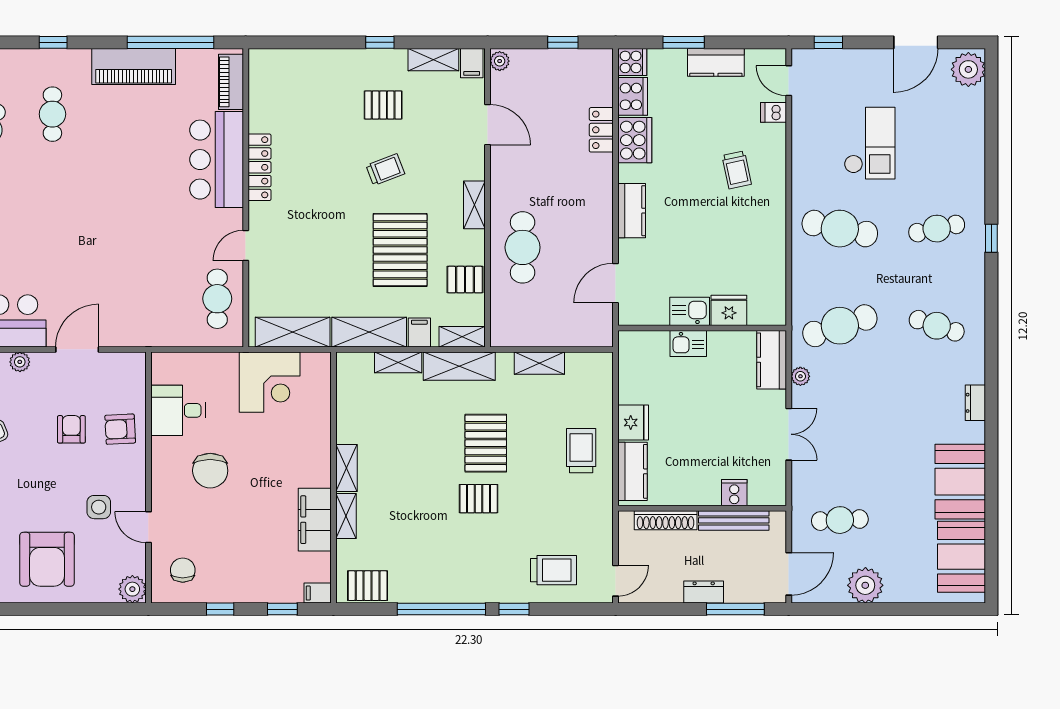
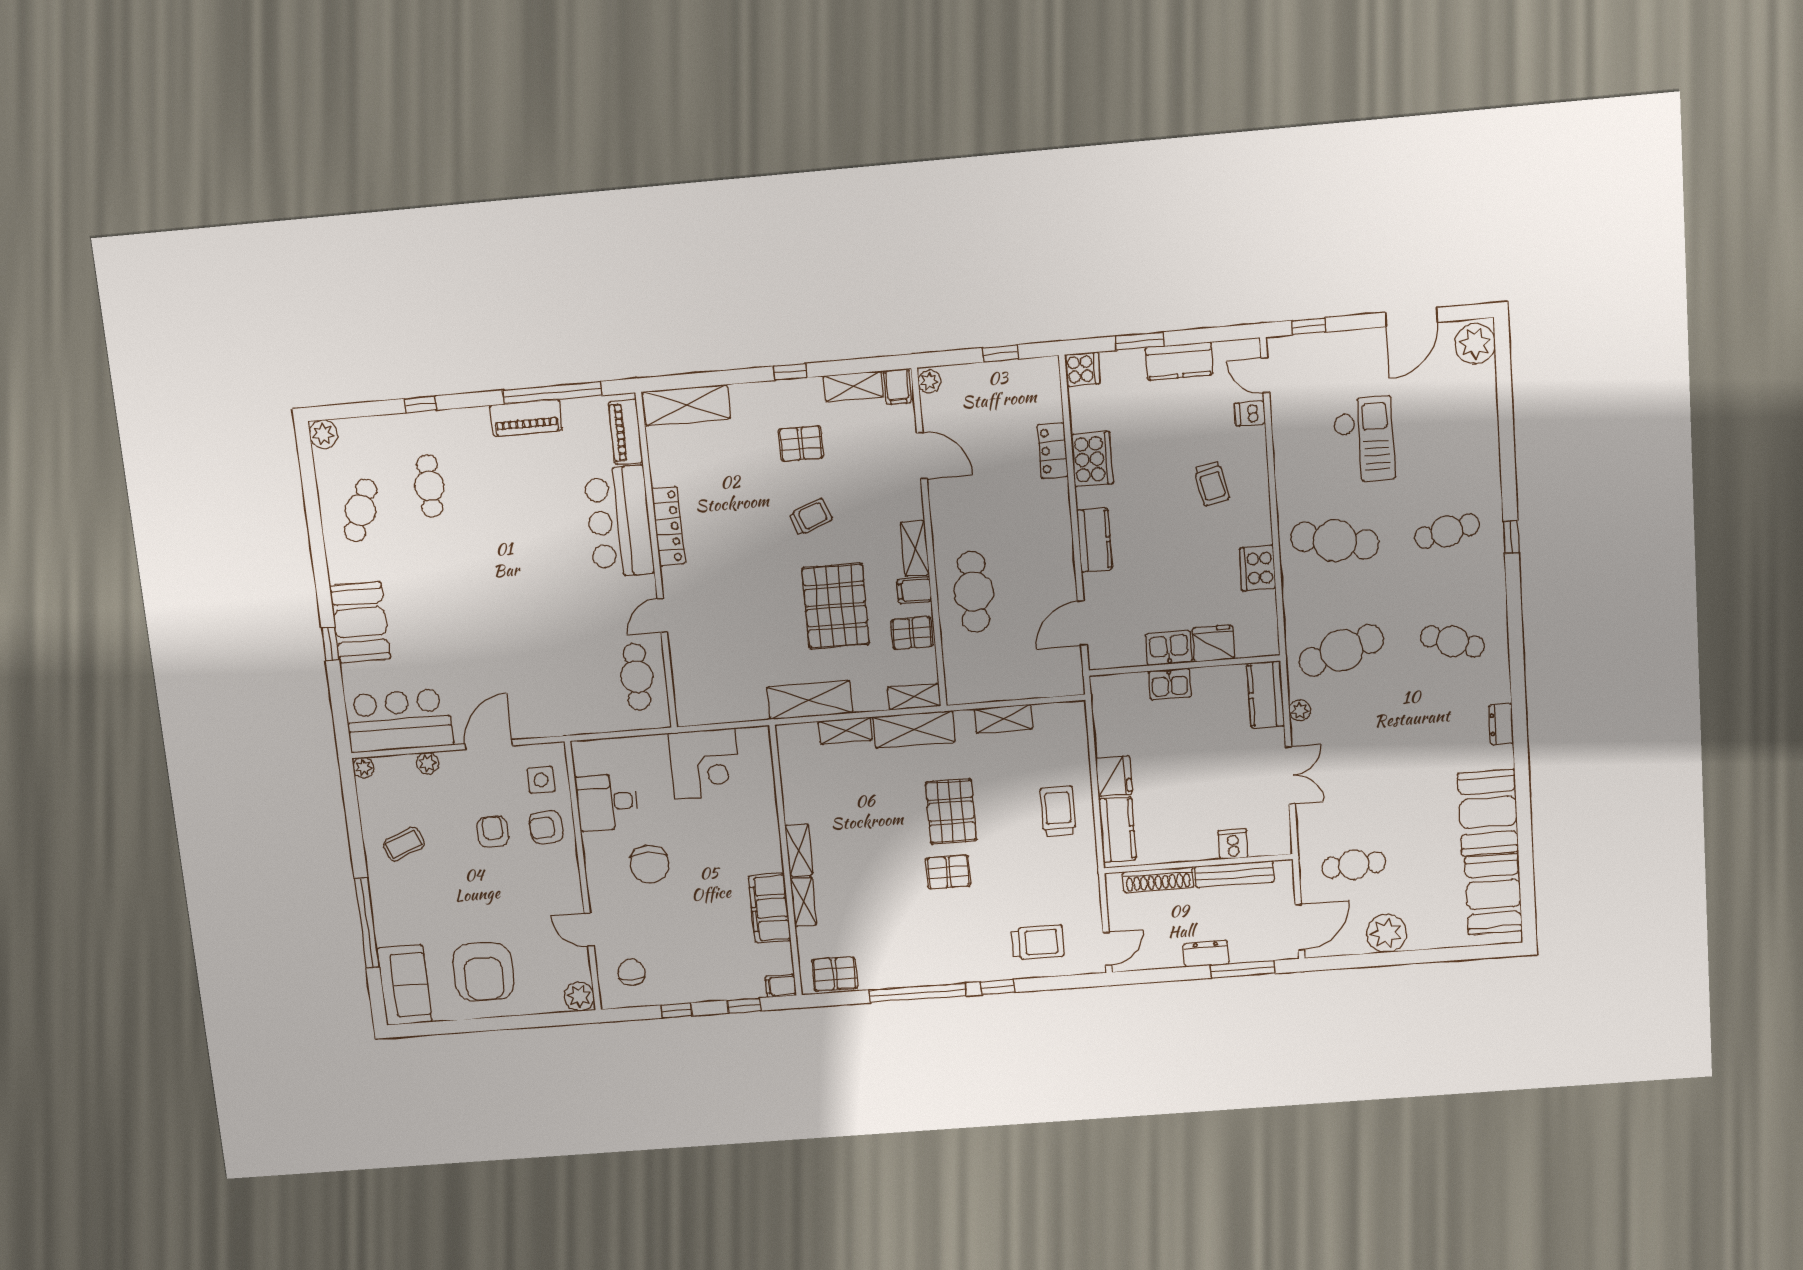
piano: (134, 66) -> (526, 418), width x0.73, depth x0.75
cooker: (633, 96) -> (1258, 568), moved, turned 180
shelving: (293, 332) -> (687, 405), moved
filing cabinet: (419, 332) -> (914, 590), moved, turned -90
side table: (99, 507) -> (541, 780), moved

